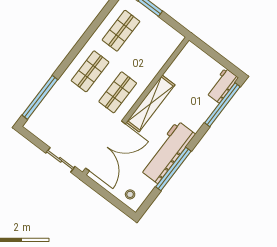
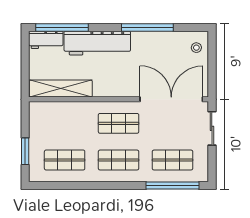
shelving: (151, 104) -> (61, 89), moved
shop shelf: (59, 112) -> (172, 160), added
workbench: (168, 152) -> (97, 43), moved

